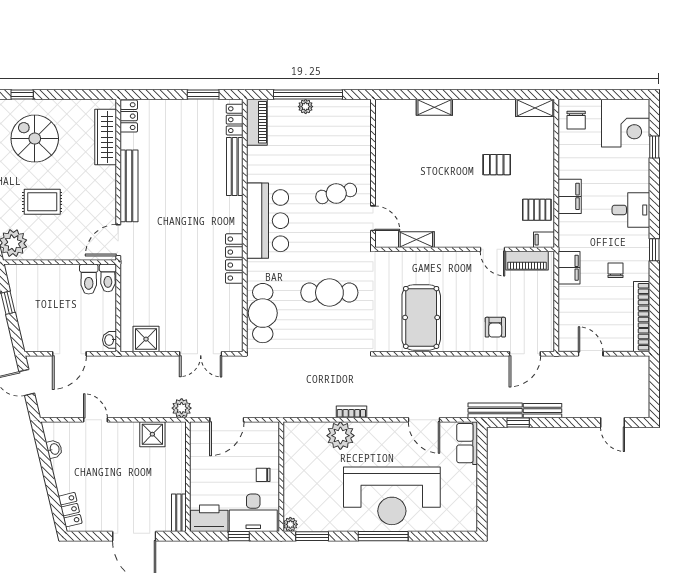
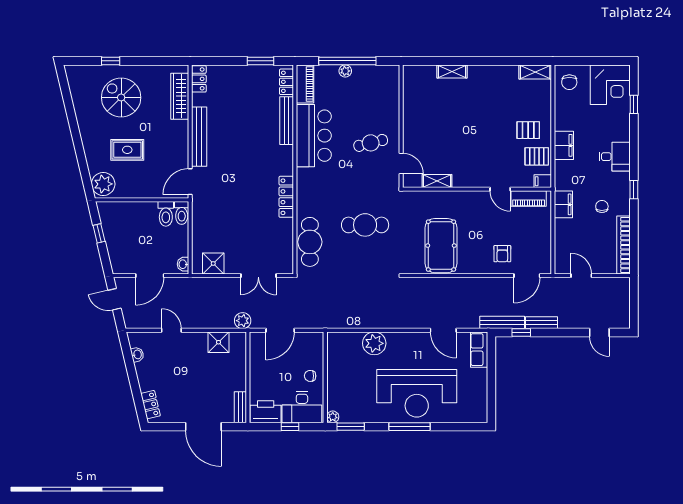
pallet: (497, 165) -> (528, 130), moved
bar counter: (267, 221) -> (314, 136), moved
bookcase: (351, 412) -> (383, 324), removed

